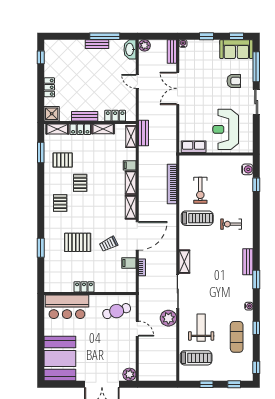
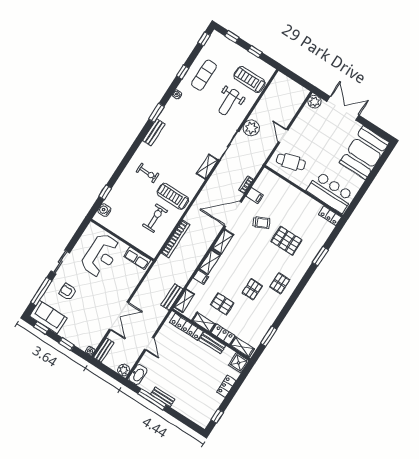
locker: (115, 116) -> (186, 327), width x1.53
pallet: (63, 160) -> (222, 304), moved
locker: (84, 287) -> (330, 216), moved

